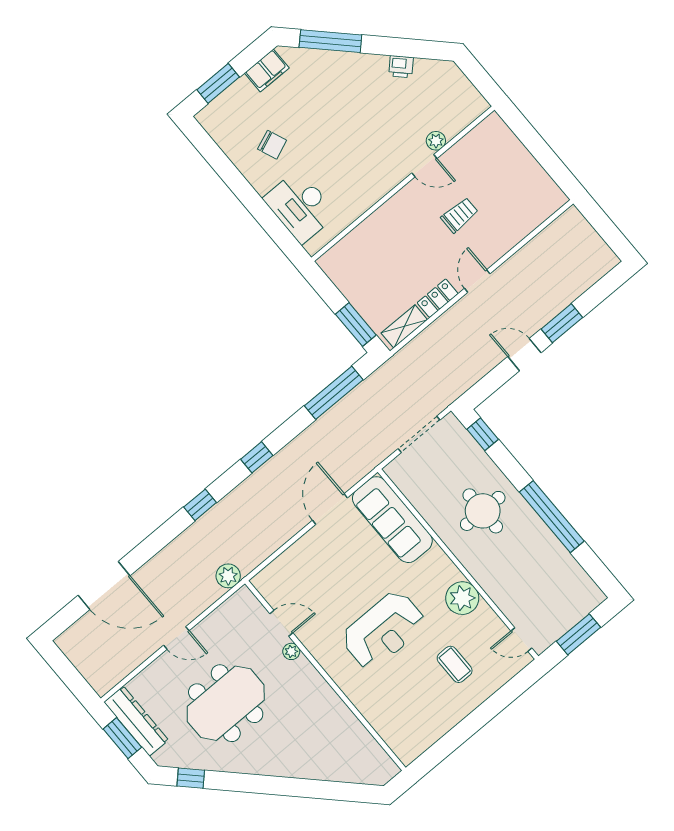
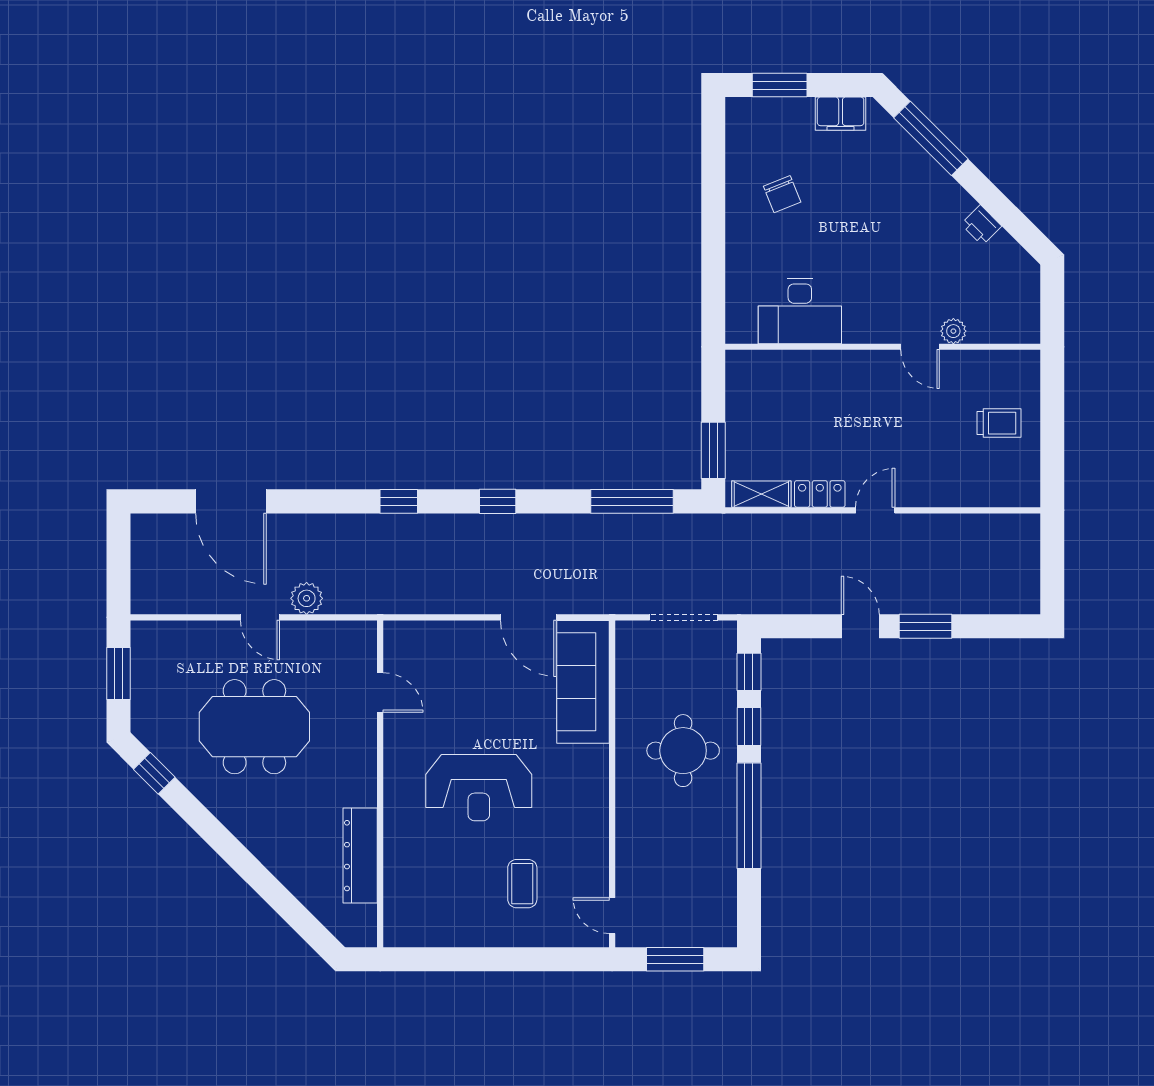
desk: (300, 206) -> (800, 311), moved, turned -90
trolley: (460, 215) -> (999, 423), moved
window: (509, 465) -> (749, 726), added
door: (330, 509) -> (528, 617), swing flipped
plant: (228, 576) -> (307, 598), moved
plant: (462, 598) -> (587, 822), removed
plant: (291, 651) -> (366, 730), removed
dresser: (136, 721) -> (360, 856), moved, turned 180

